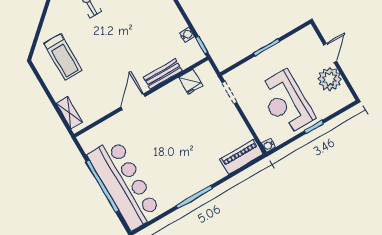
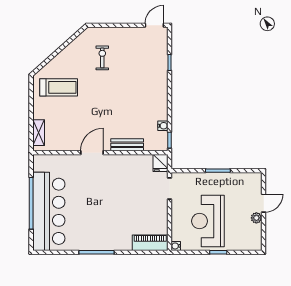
treadmill: (63, 57) -> (59, 87), turned -90
plant: (330, 79) -> (256, 218), width x0.53, depth x0.53
fridge: (191, 82) -> (161, 163), moved

